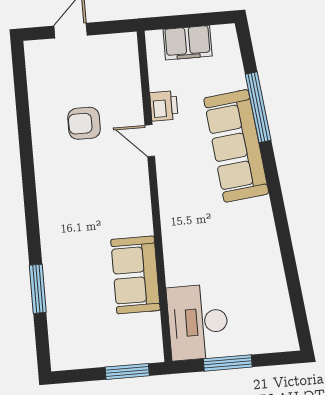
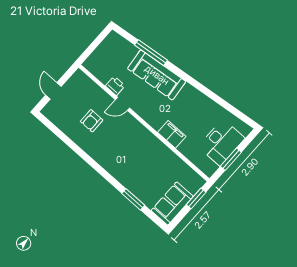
filing cabinet: (188, 43) -> (172, 134), moved, turned -90
sofa: (135, 275) -> (172, 203), moved, turned 90
desk: (198, 322) -> (221, 142), moved, turned -90

